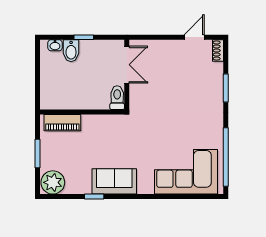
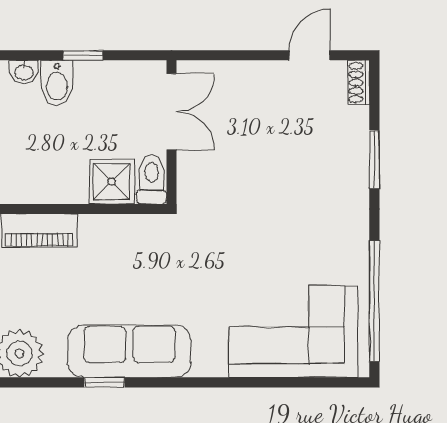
shower: (98, 99) -> (112, 182), added
sofa: (114, 181) -> (129, 351), width x1.36

